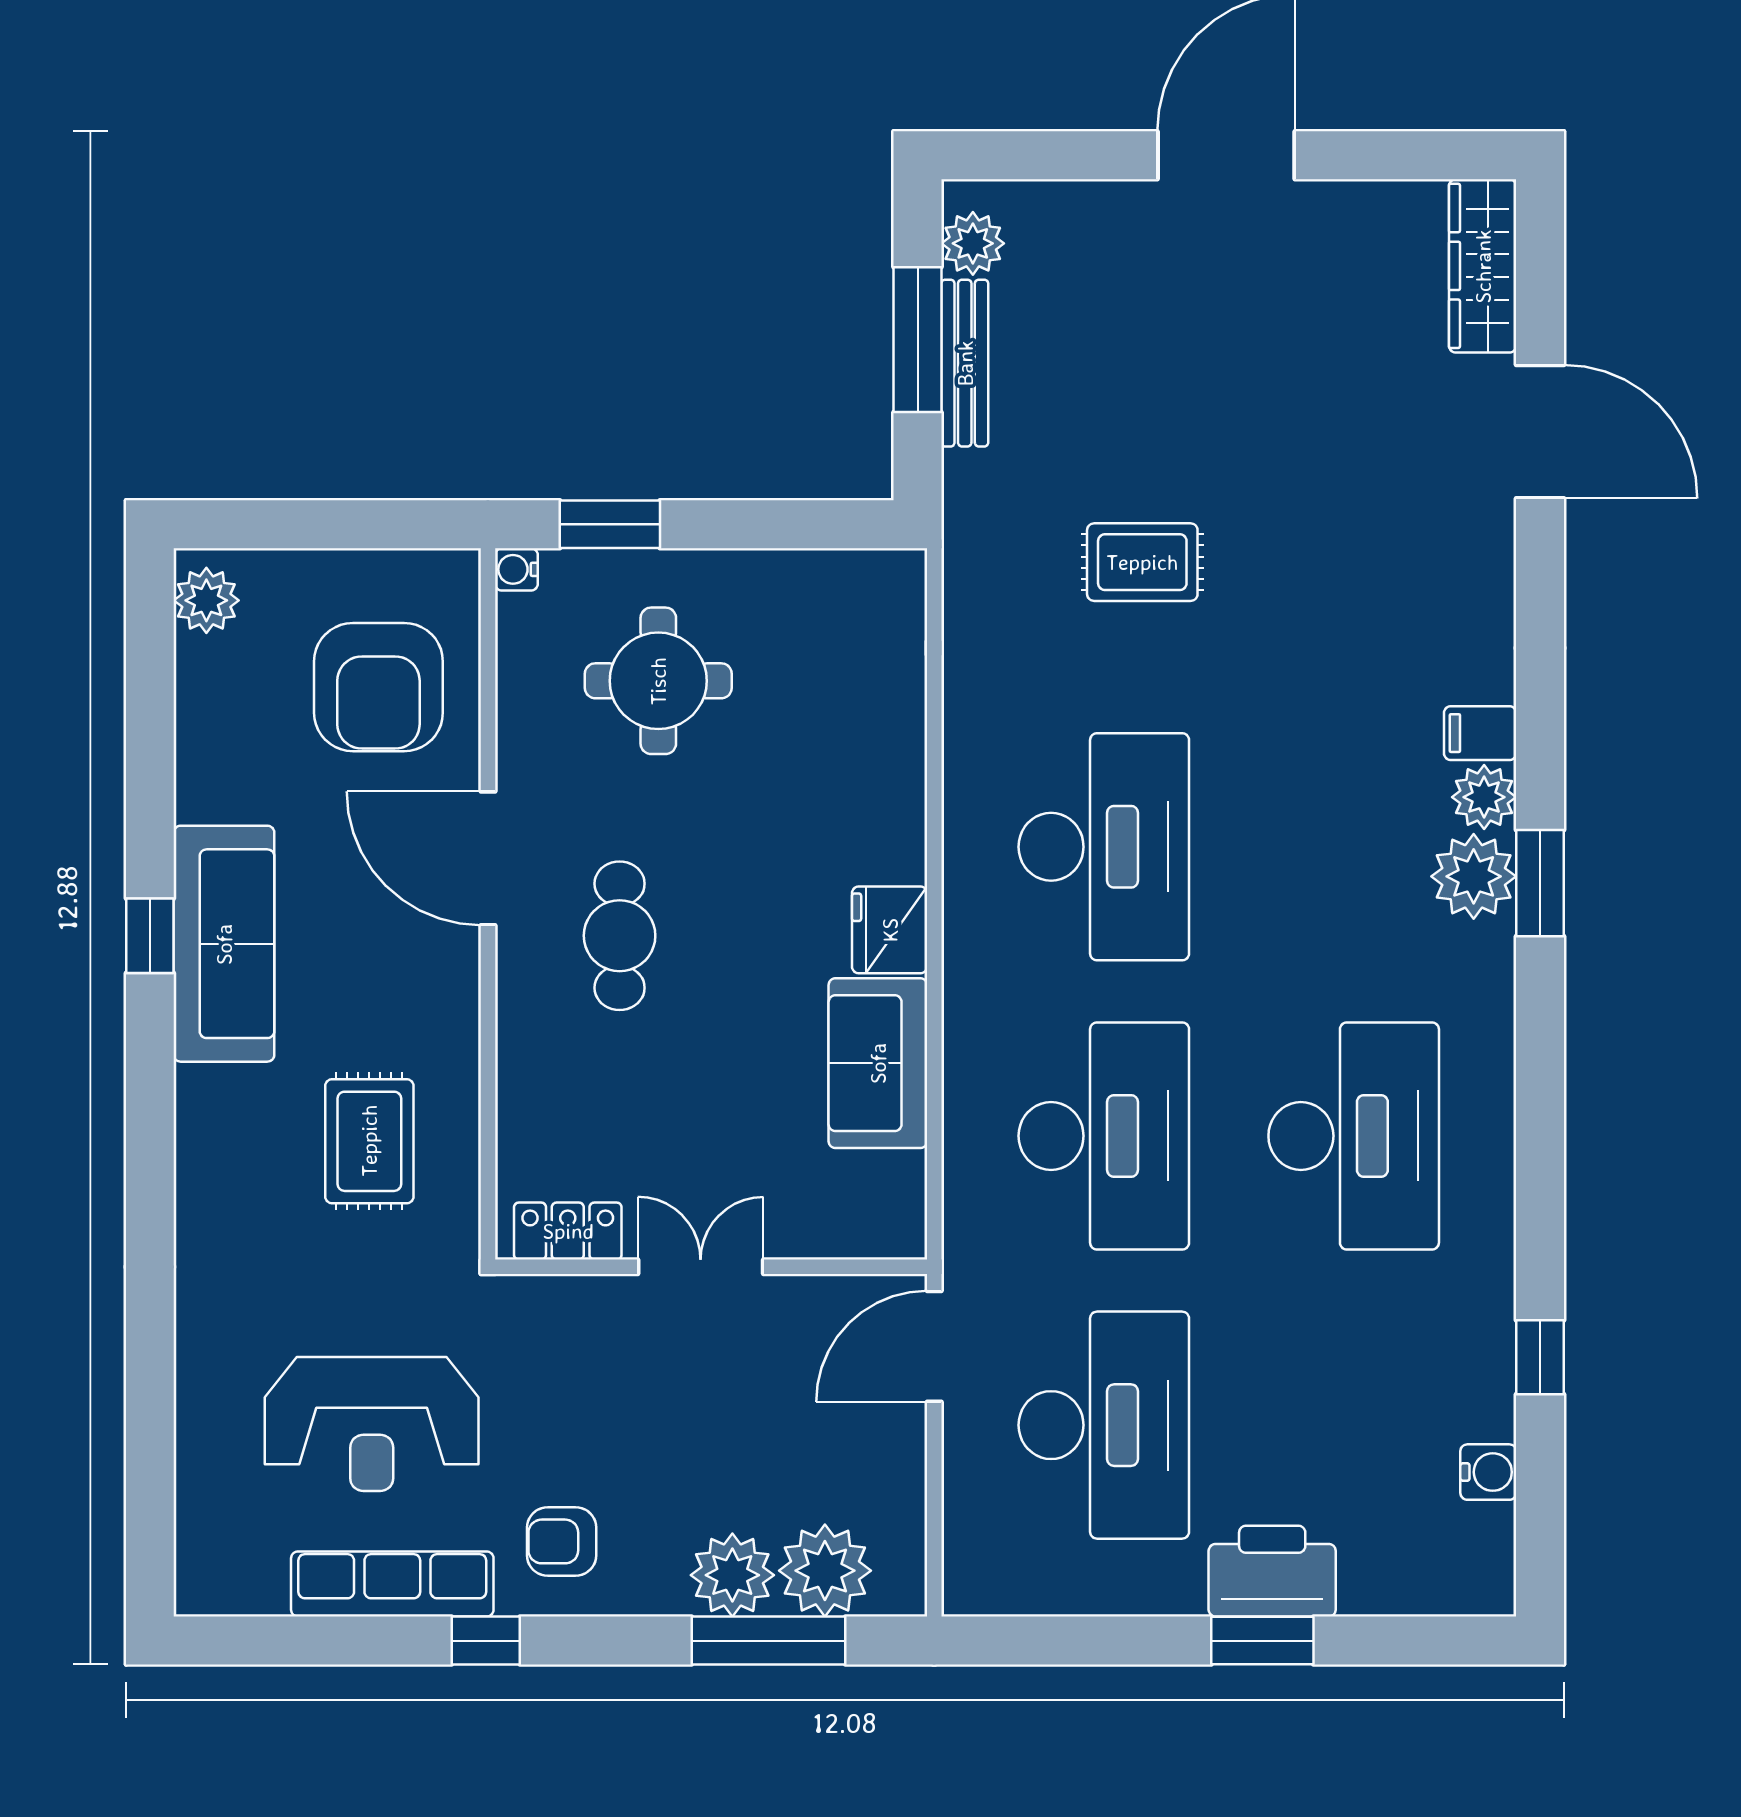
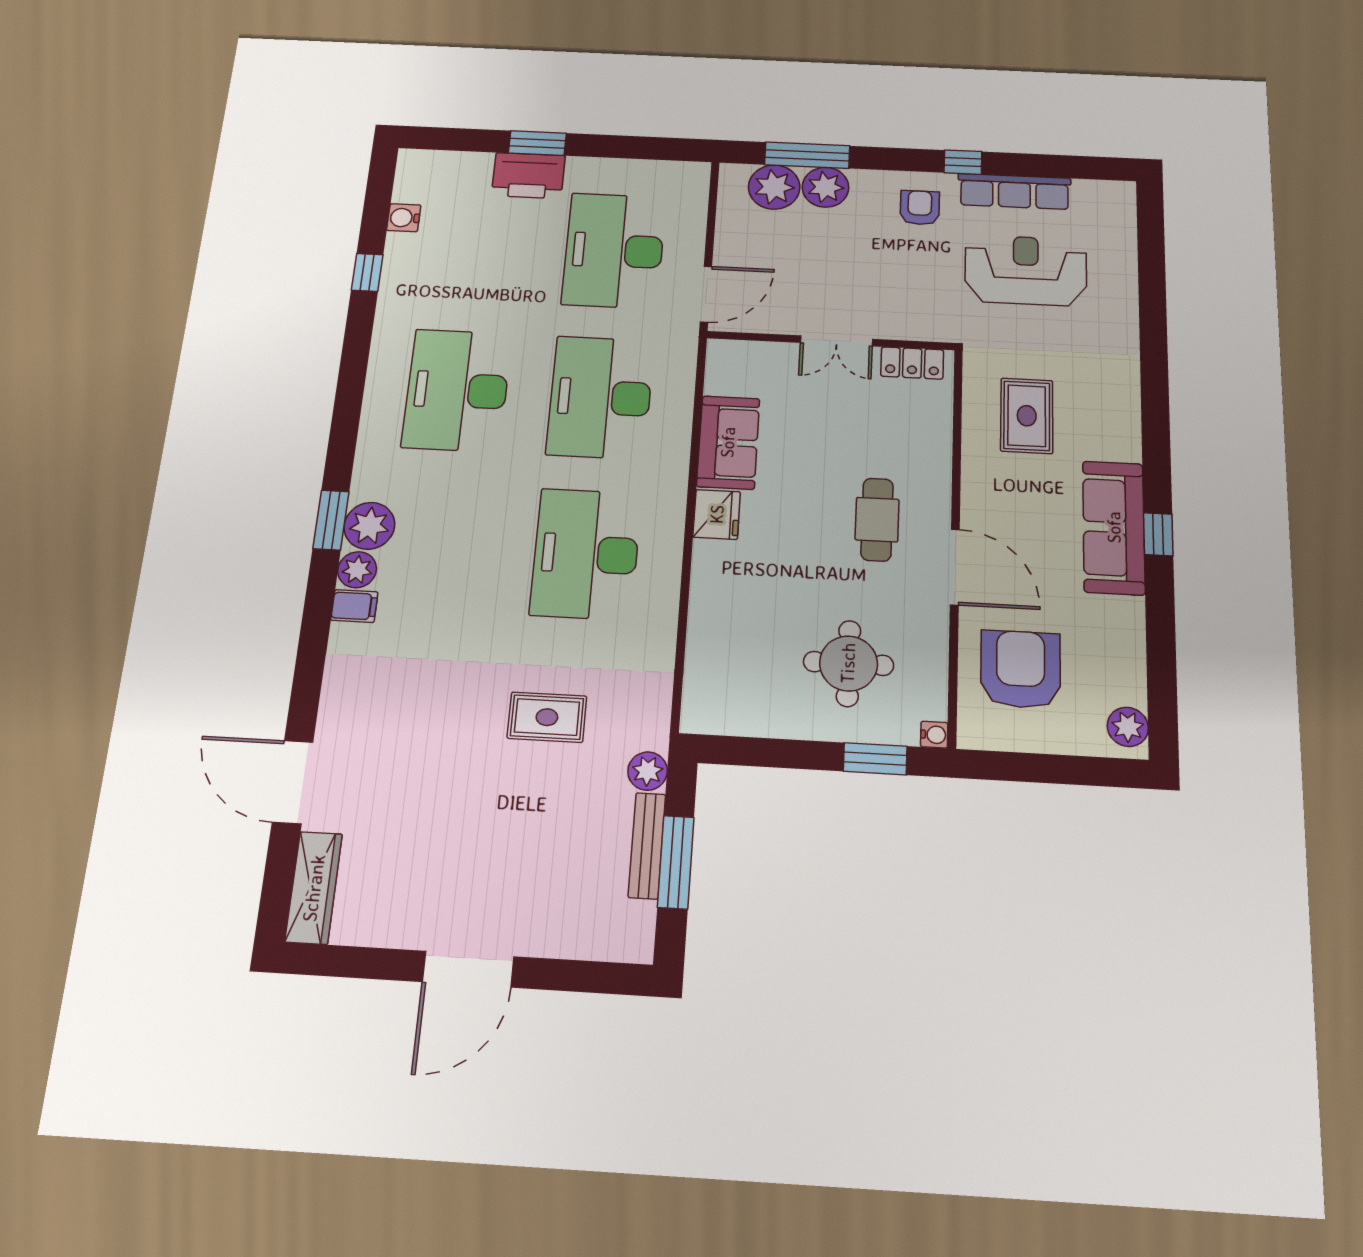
plant: (973, 243) -> (648, 771), moved
armchair: (562, 1541) -> (920, 208), turned -90

